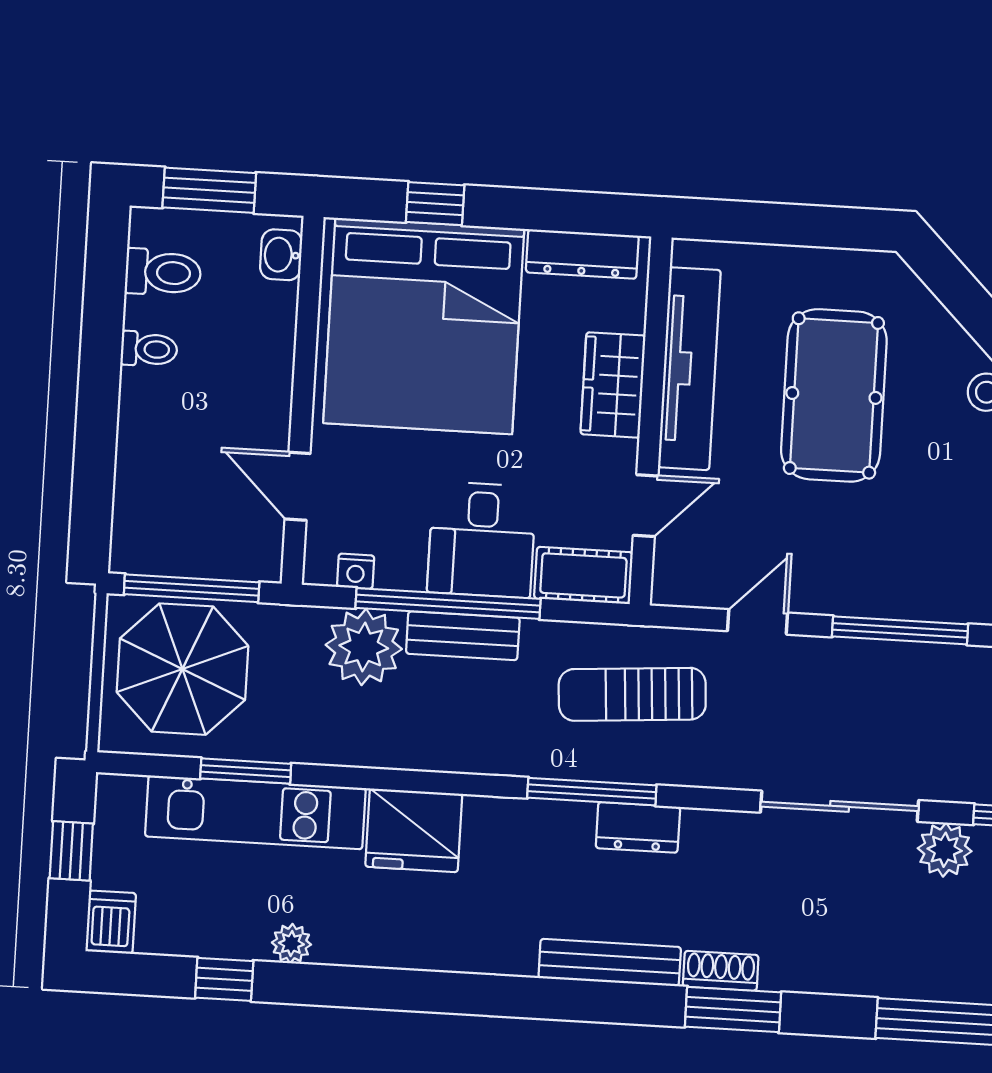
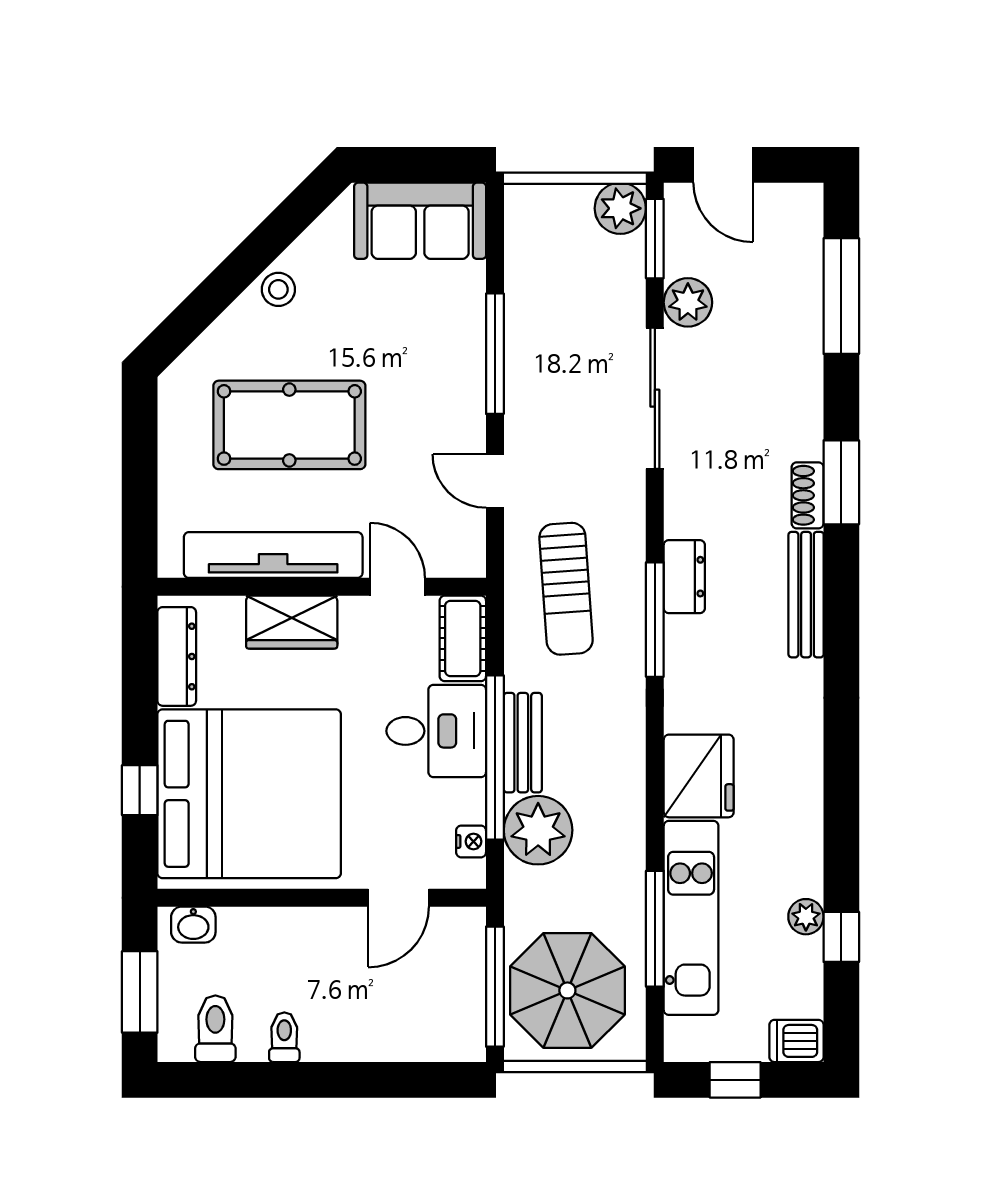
window: (246, 771) -> (655, 929), width x1.44
plant: (291, 944) -> (806, 917), moved

